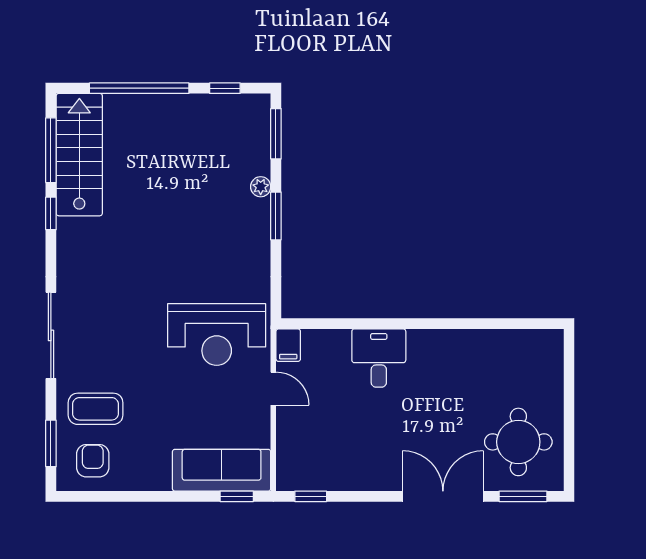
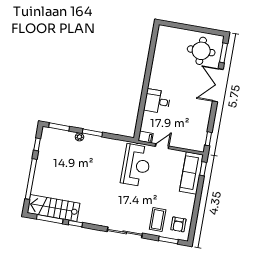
armchair: (93, 461) -> (178, 224), turned -90

